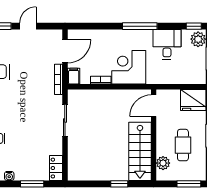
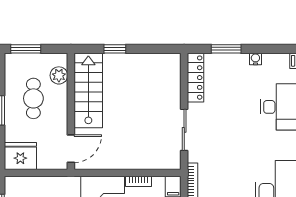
locker: (56, 168) -> (196, 78), width x1.53

